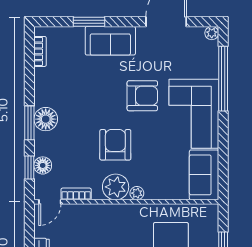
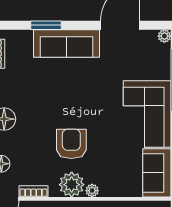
sofa: (110, 41) -> (66, 43), width x1.36
armchair: (142, 96) -> (97, 97), removed

